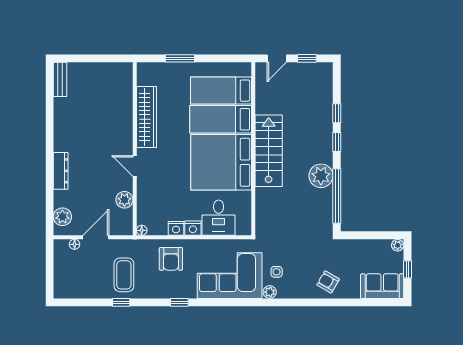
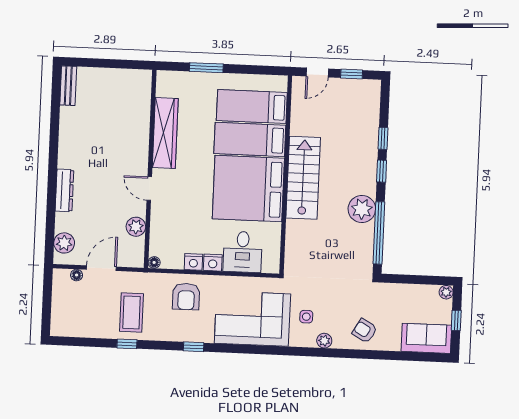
plant: (270, 292) -> (324, 341), moved

